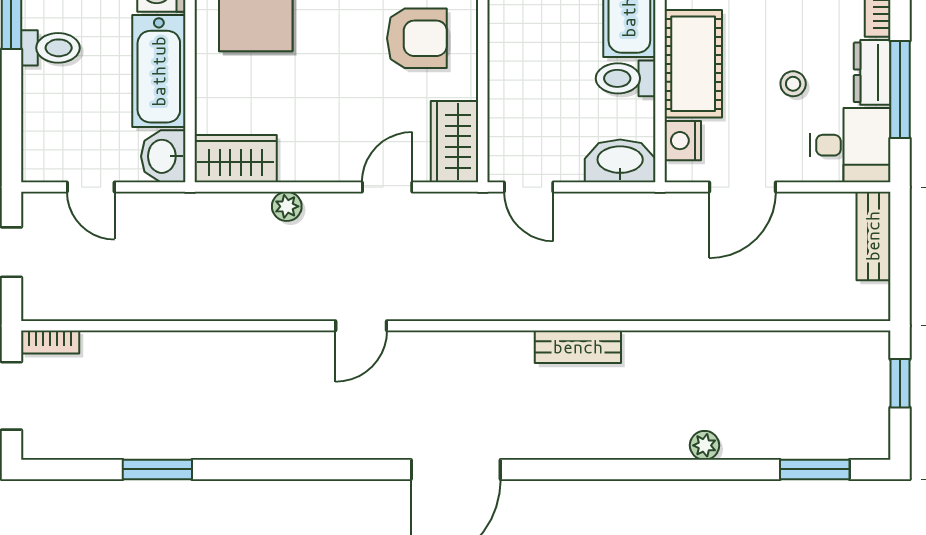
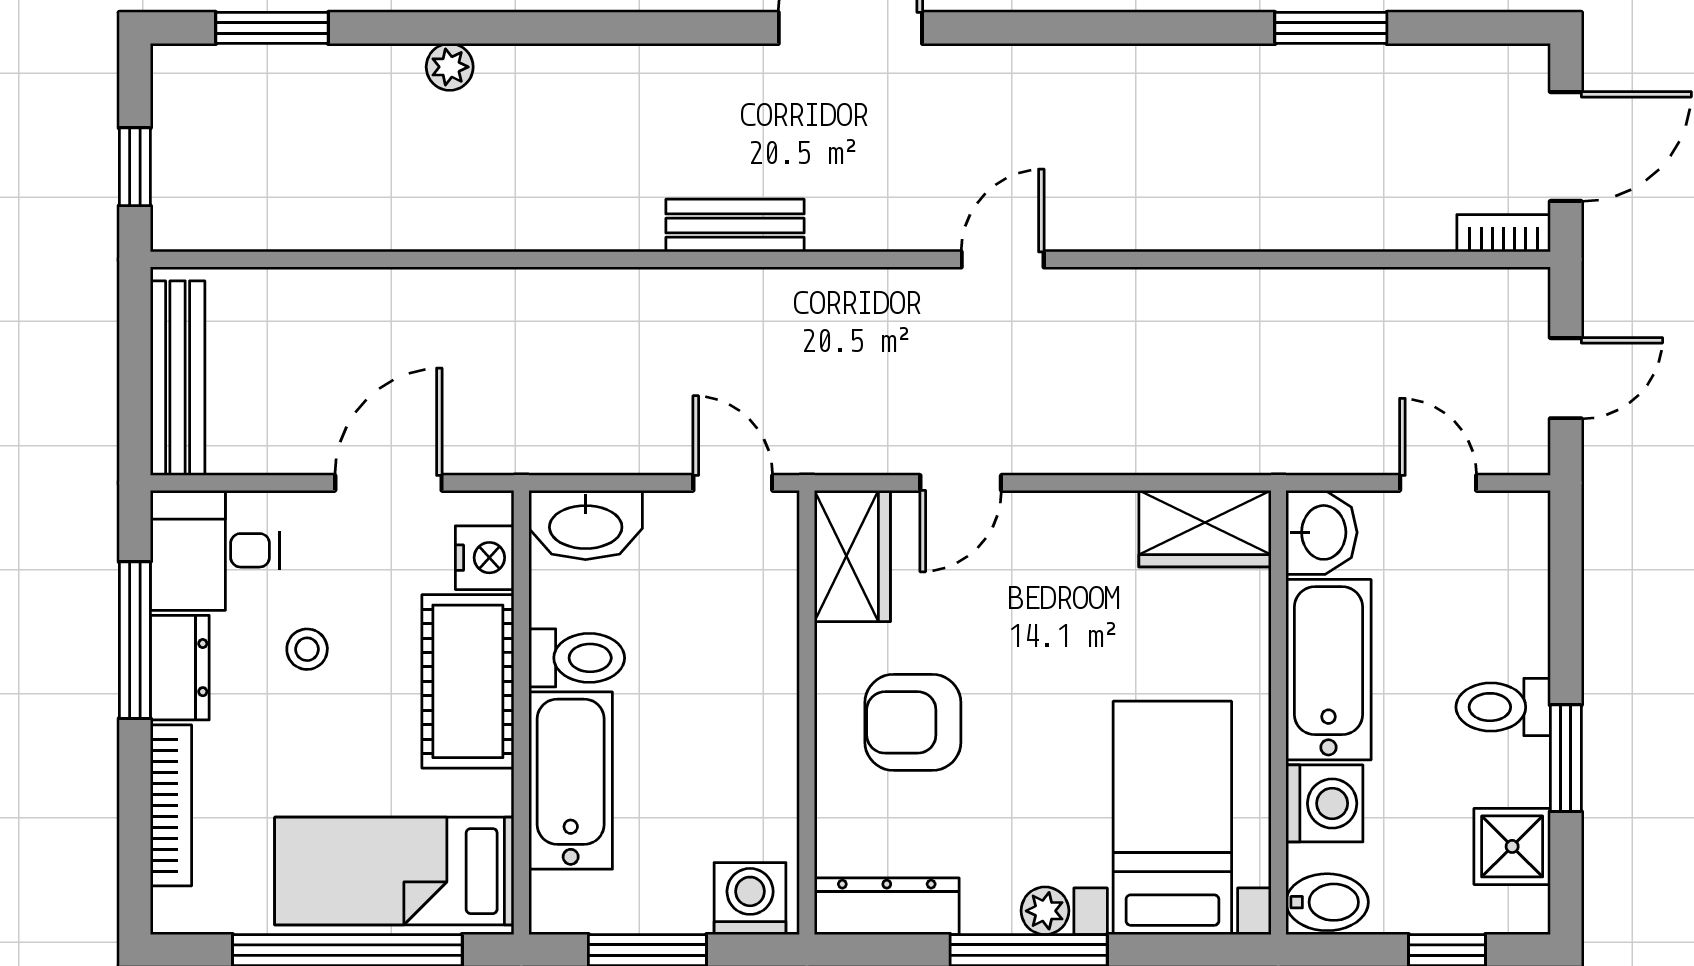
plant: (287, 206) -> (1122, 452), removed
bench: (873, 236) -> (178, 378), width x1.36
bench: (578, 347) -> (735, 226), moved

